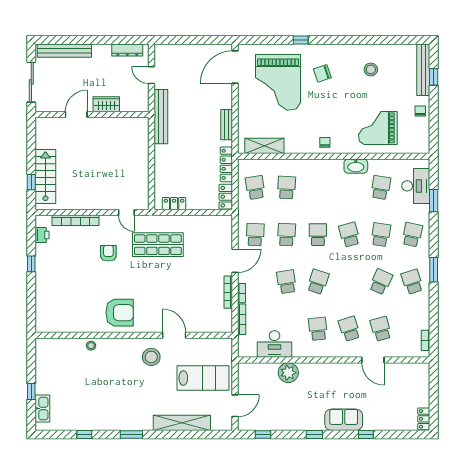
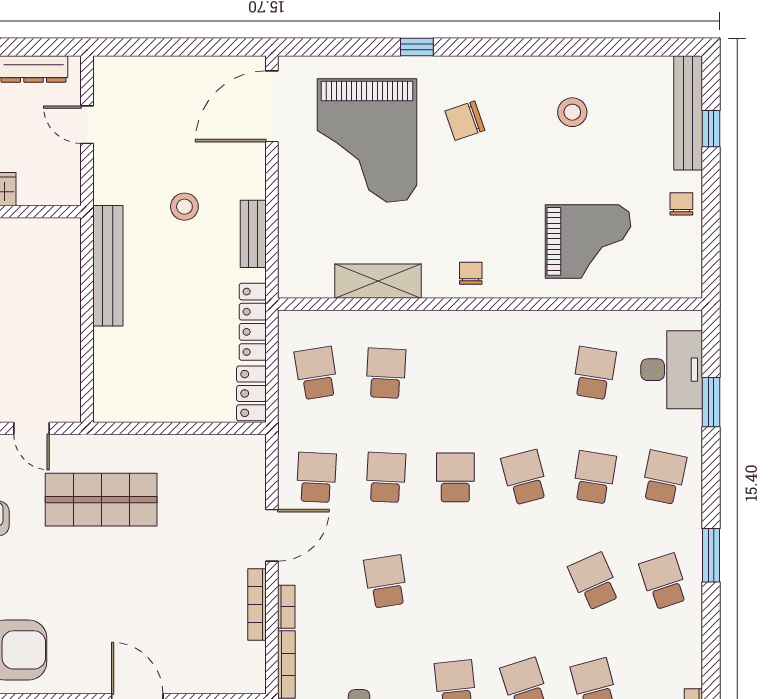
stool: (196, 112) -> (184, 207), added
bench: (161, 117) -> (108, 266), moved
grand piano: (378, 128) -> (588, 241), turned 180
shelving: (264, 146) -> (378, 281), moved
washbasin: (356, 166) -> (539, 326), removed
locker: (174, 204) -> (137, 409), removed
school desk: (318, 282) -> (455, 582), removed
school desk: (381, 282) -> (594, 582), turned -48

